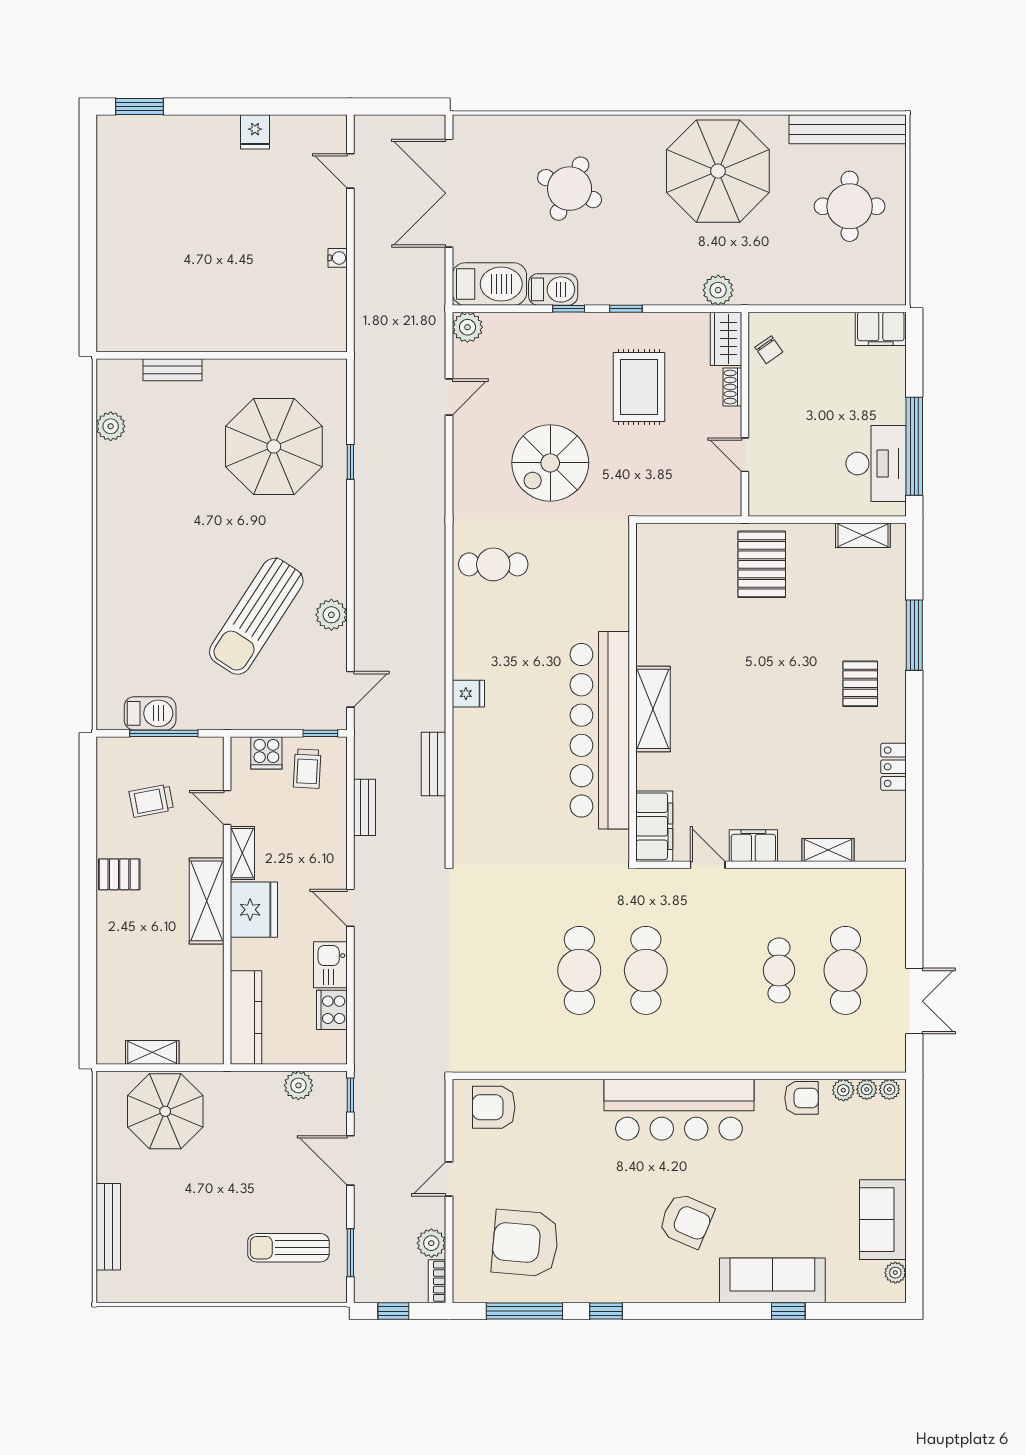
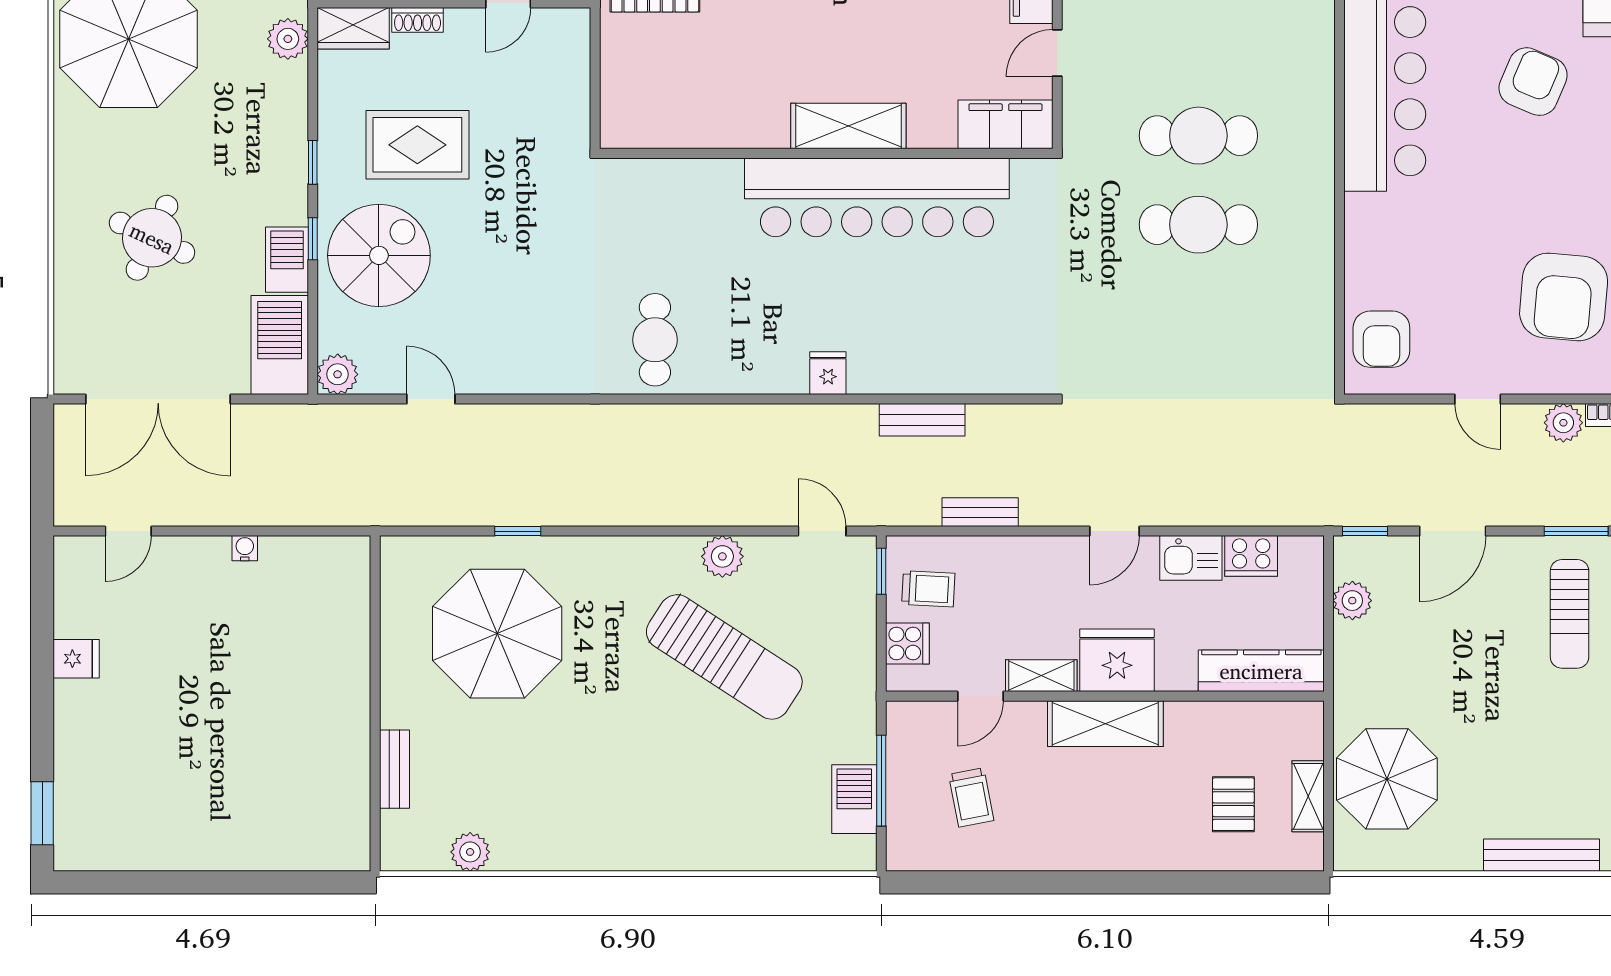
spiral stairs: (550, 463) -> (379, 255), moved, turned -90
pallet: (119, 874) -> (1233, 804), moved

